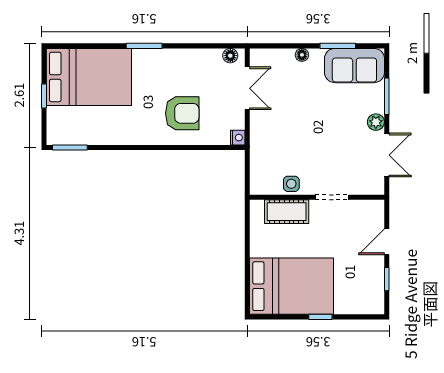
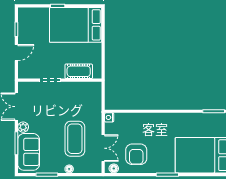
sofa: (354, 66) -> (29, 152), moved, turned 90
double door: (247, 88) -> (103, 148), swing flipped
coffee table: (293, 103) -> (75, 139), added
armchair: (182, 113) -> (136, 154), moved, turned -90
side table: (291, 184) -> (76, 89), removed

